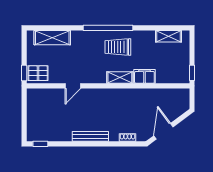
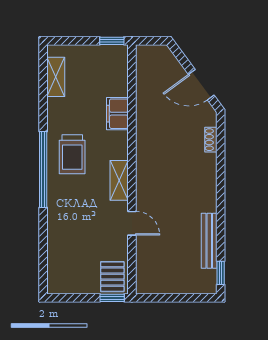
shelving: (52, 38) -> (58, 255), removed
shelving: (120, 78) -> (119, 180), moved
bench: (90, 136) -> (209, 241), moved

